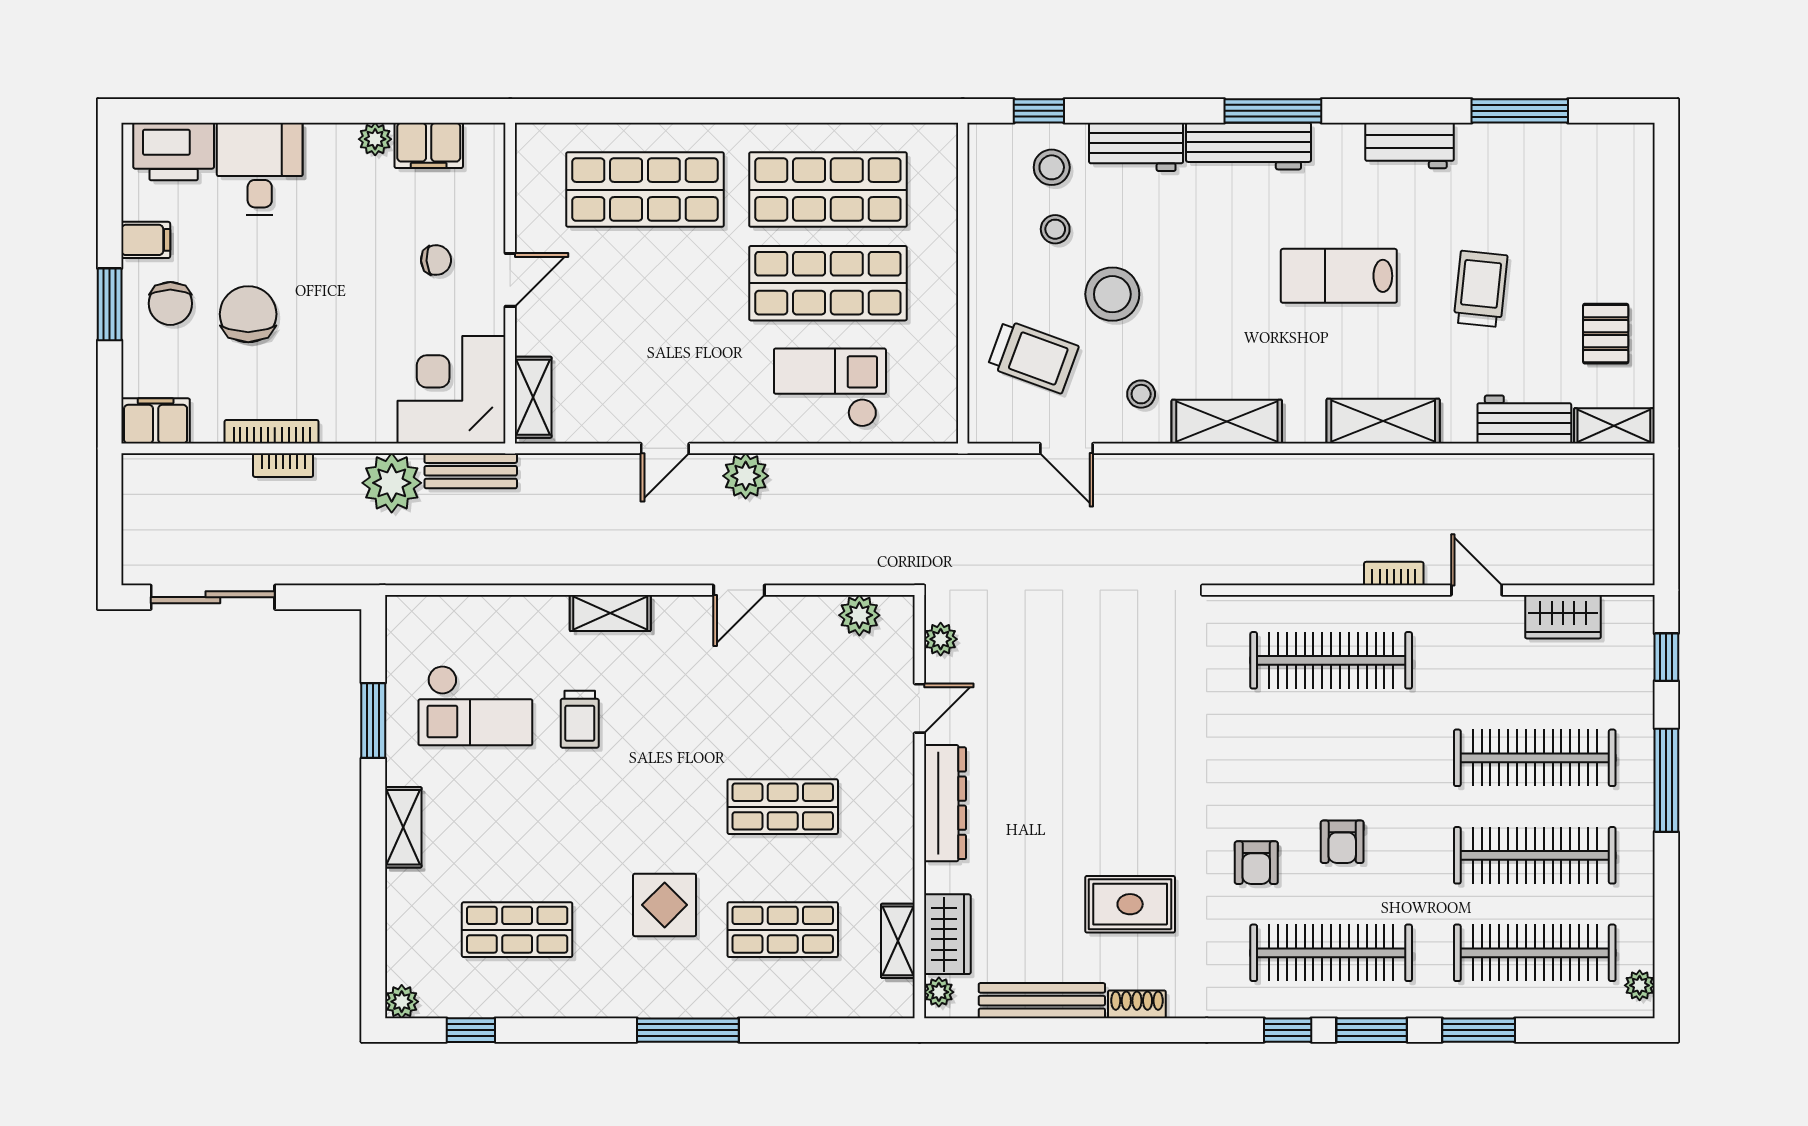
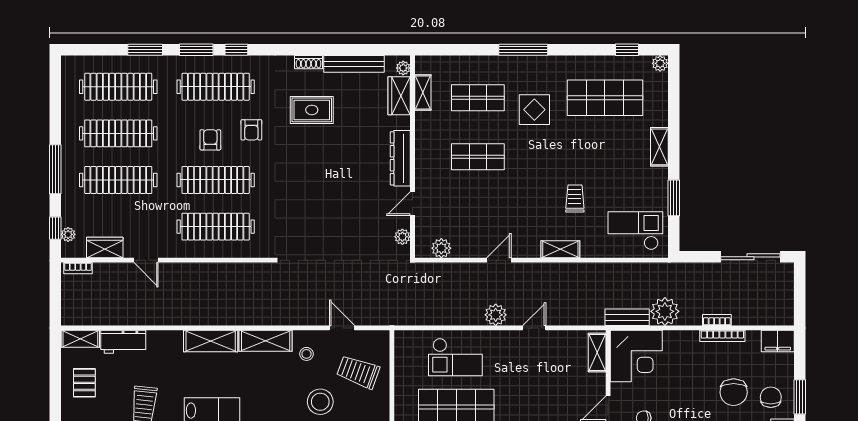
shelving: (1383, 421) -> (211, 341), moved
bookcase: (1394, 574) -> (78, 268), moved
checkout: (475, 706) -> (635, 231), moved
clothes rail: (1331, 758) -> (216, 180), added
armchair: (1256, 863) -> (251, 130), turned 180
shop shelf: (517, 930) -> (605, 98), width x1.43, depth x1.36
plant: (1640, 985) -> (68, 234), moved

